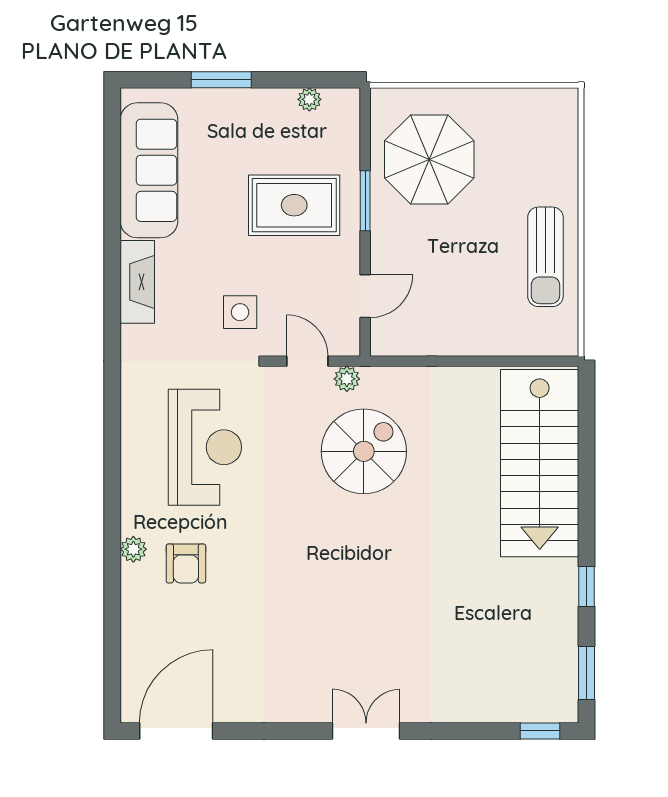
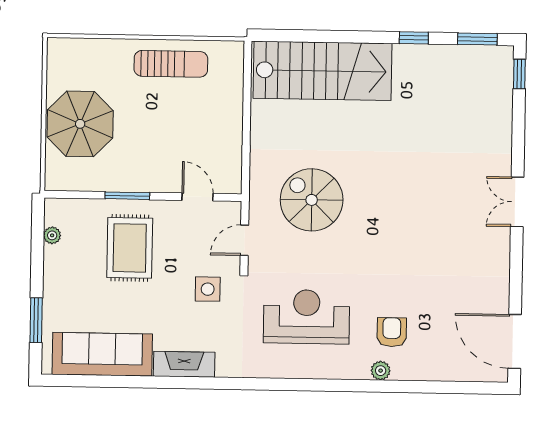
window: (221, 80) -> (36, 320), moved
parasol: (429, 159) -> (80, 124), moved
plant: (347, 379) -> (258, 211), removed
armchair: (186, 563) -> (392, 332), turned -90

